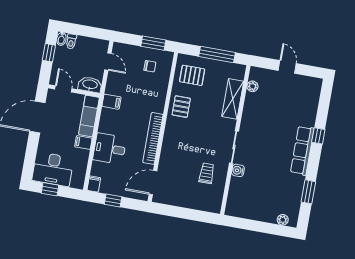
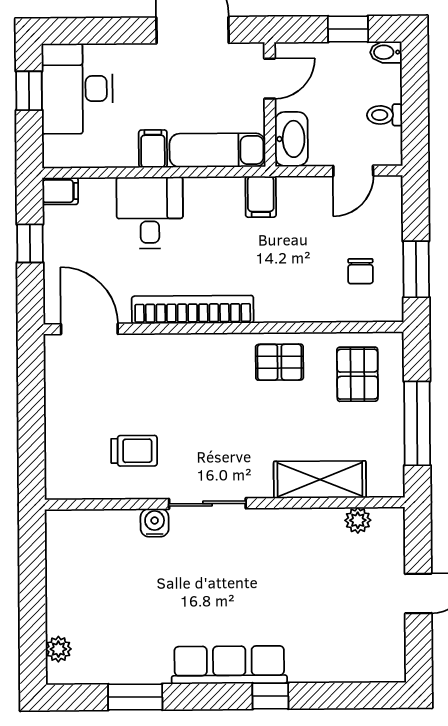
toilet: (71, 41) -> (385, 115), moved

